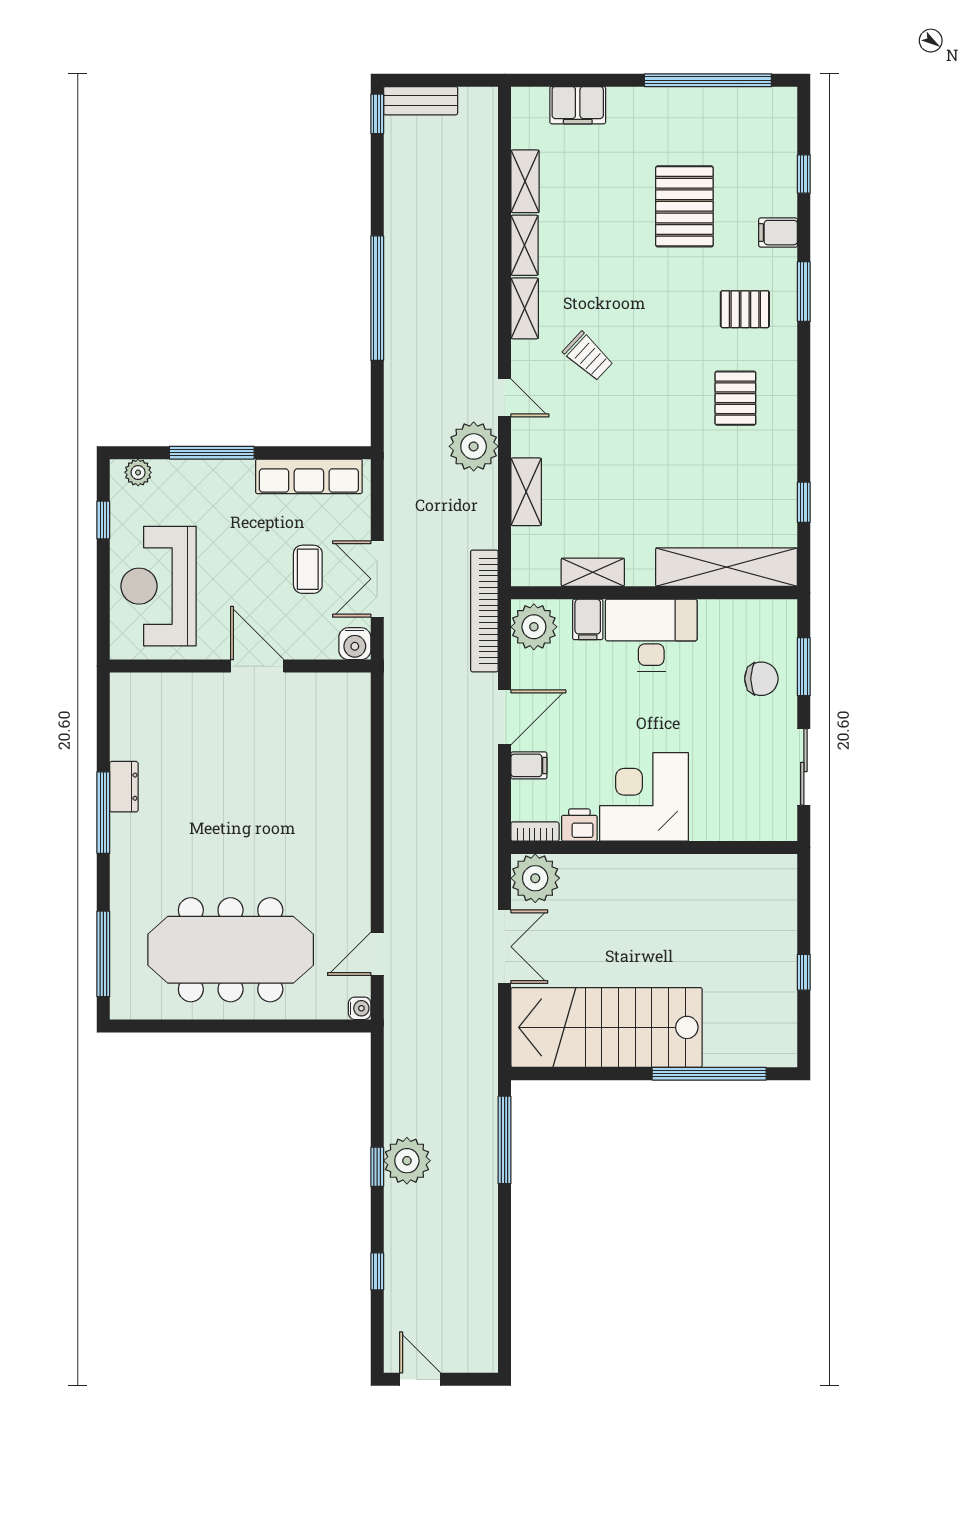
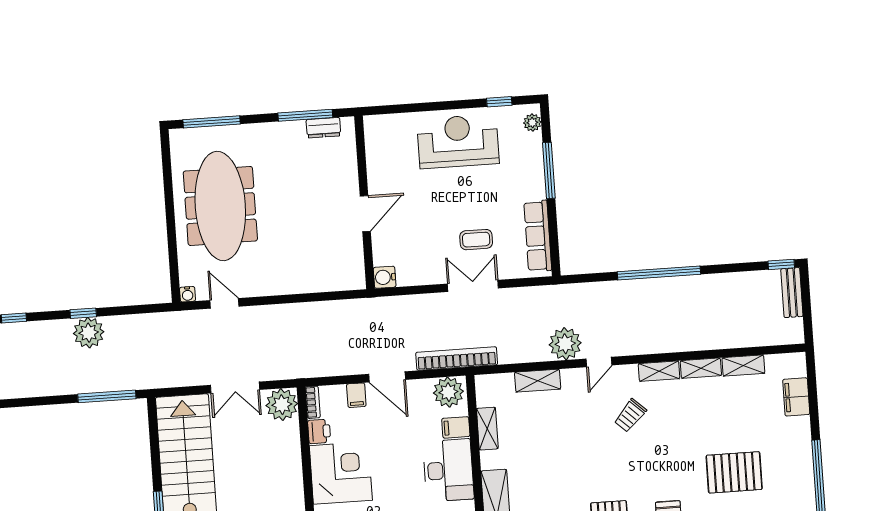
water cooler: (355, 644) -> (385, 277), moved
wall: (240, 666) -> (364, 202), moved
door: (257, 666) -> (365, 214), moved

